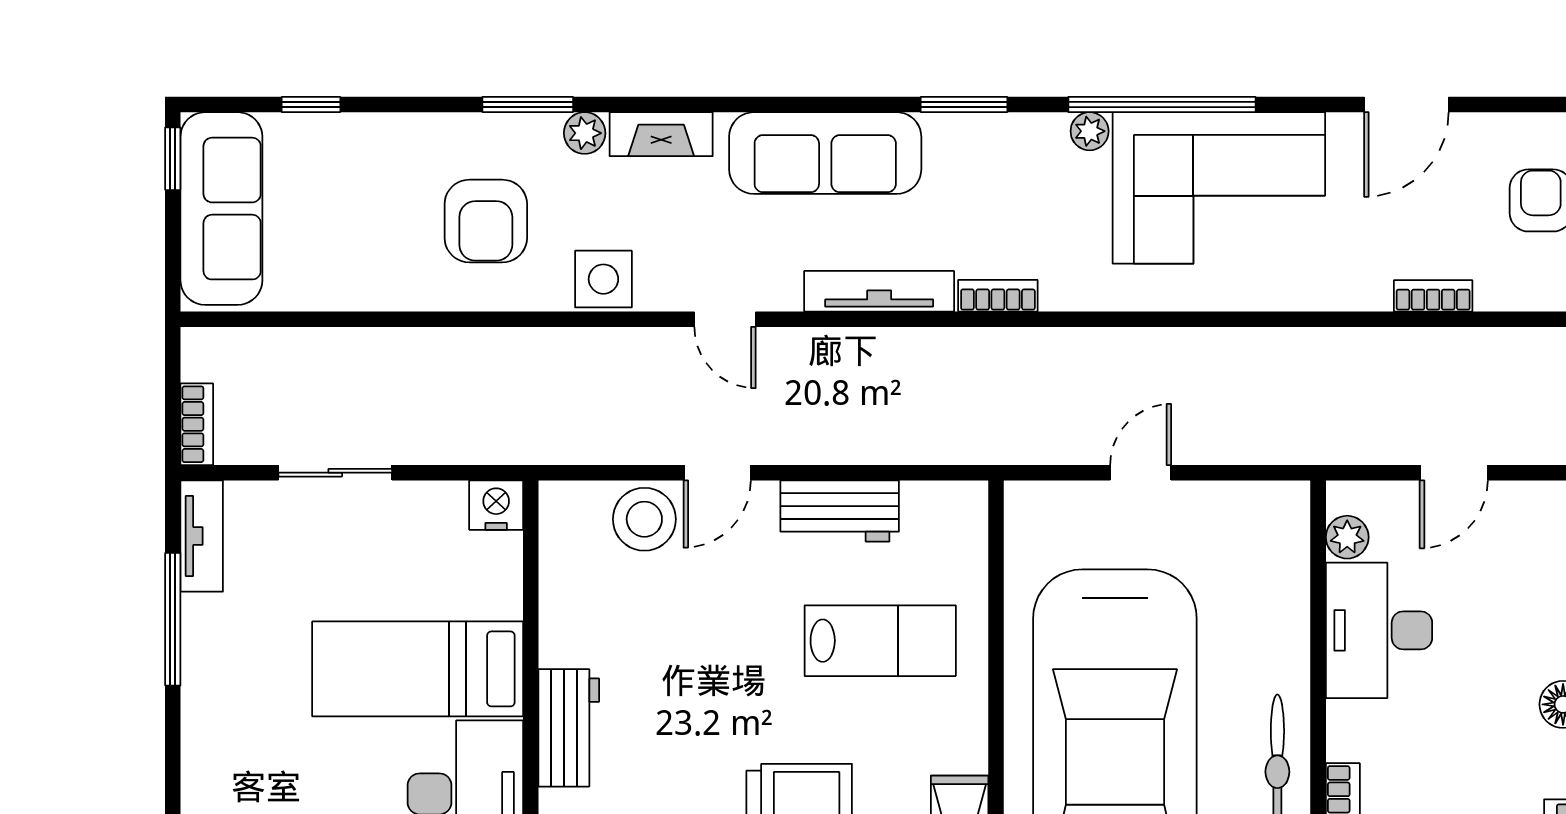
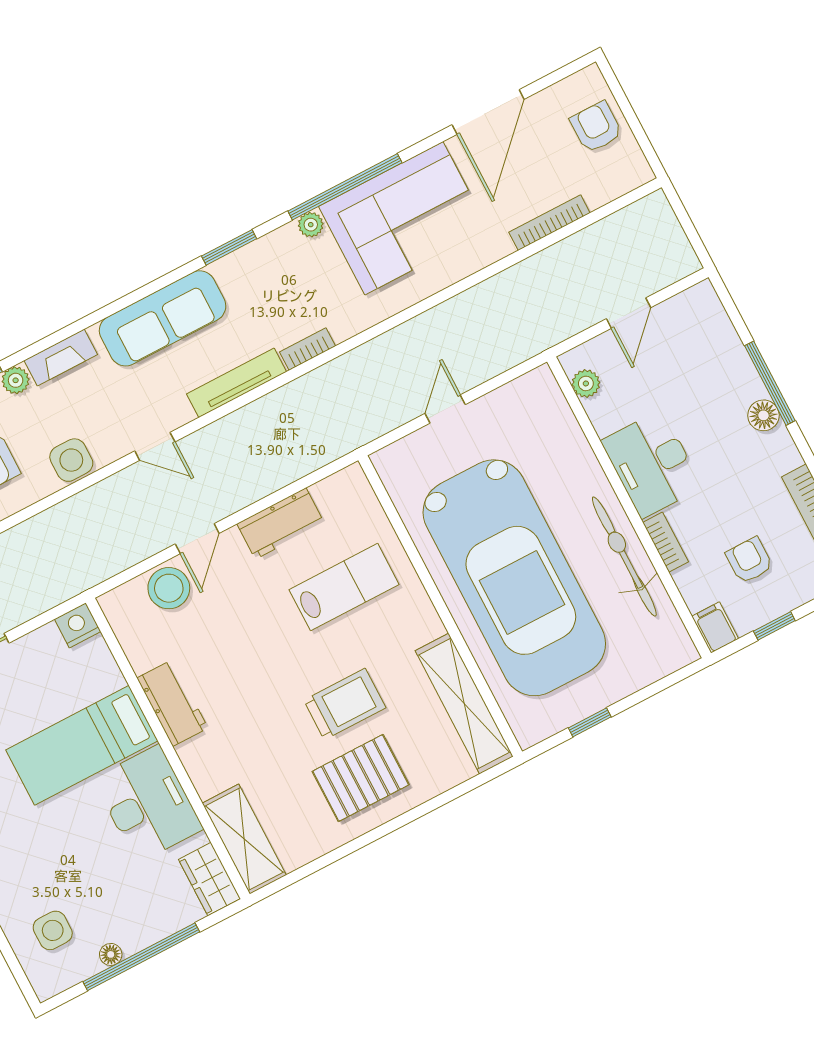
door: (1406, 105) -> (488, 112), width x1.36
bookcase: (1433, 296) -> (549, 223), width x1.56
desk: (1379, 630) -> (652, 464), moved
workbench: (569, 728) -> (172, 703), moved

